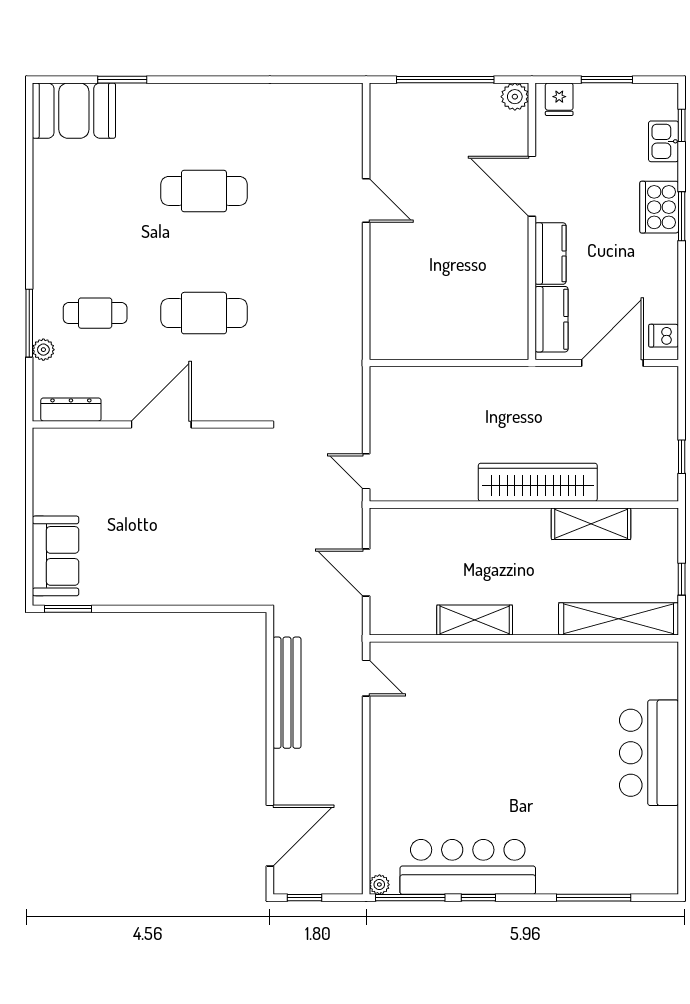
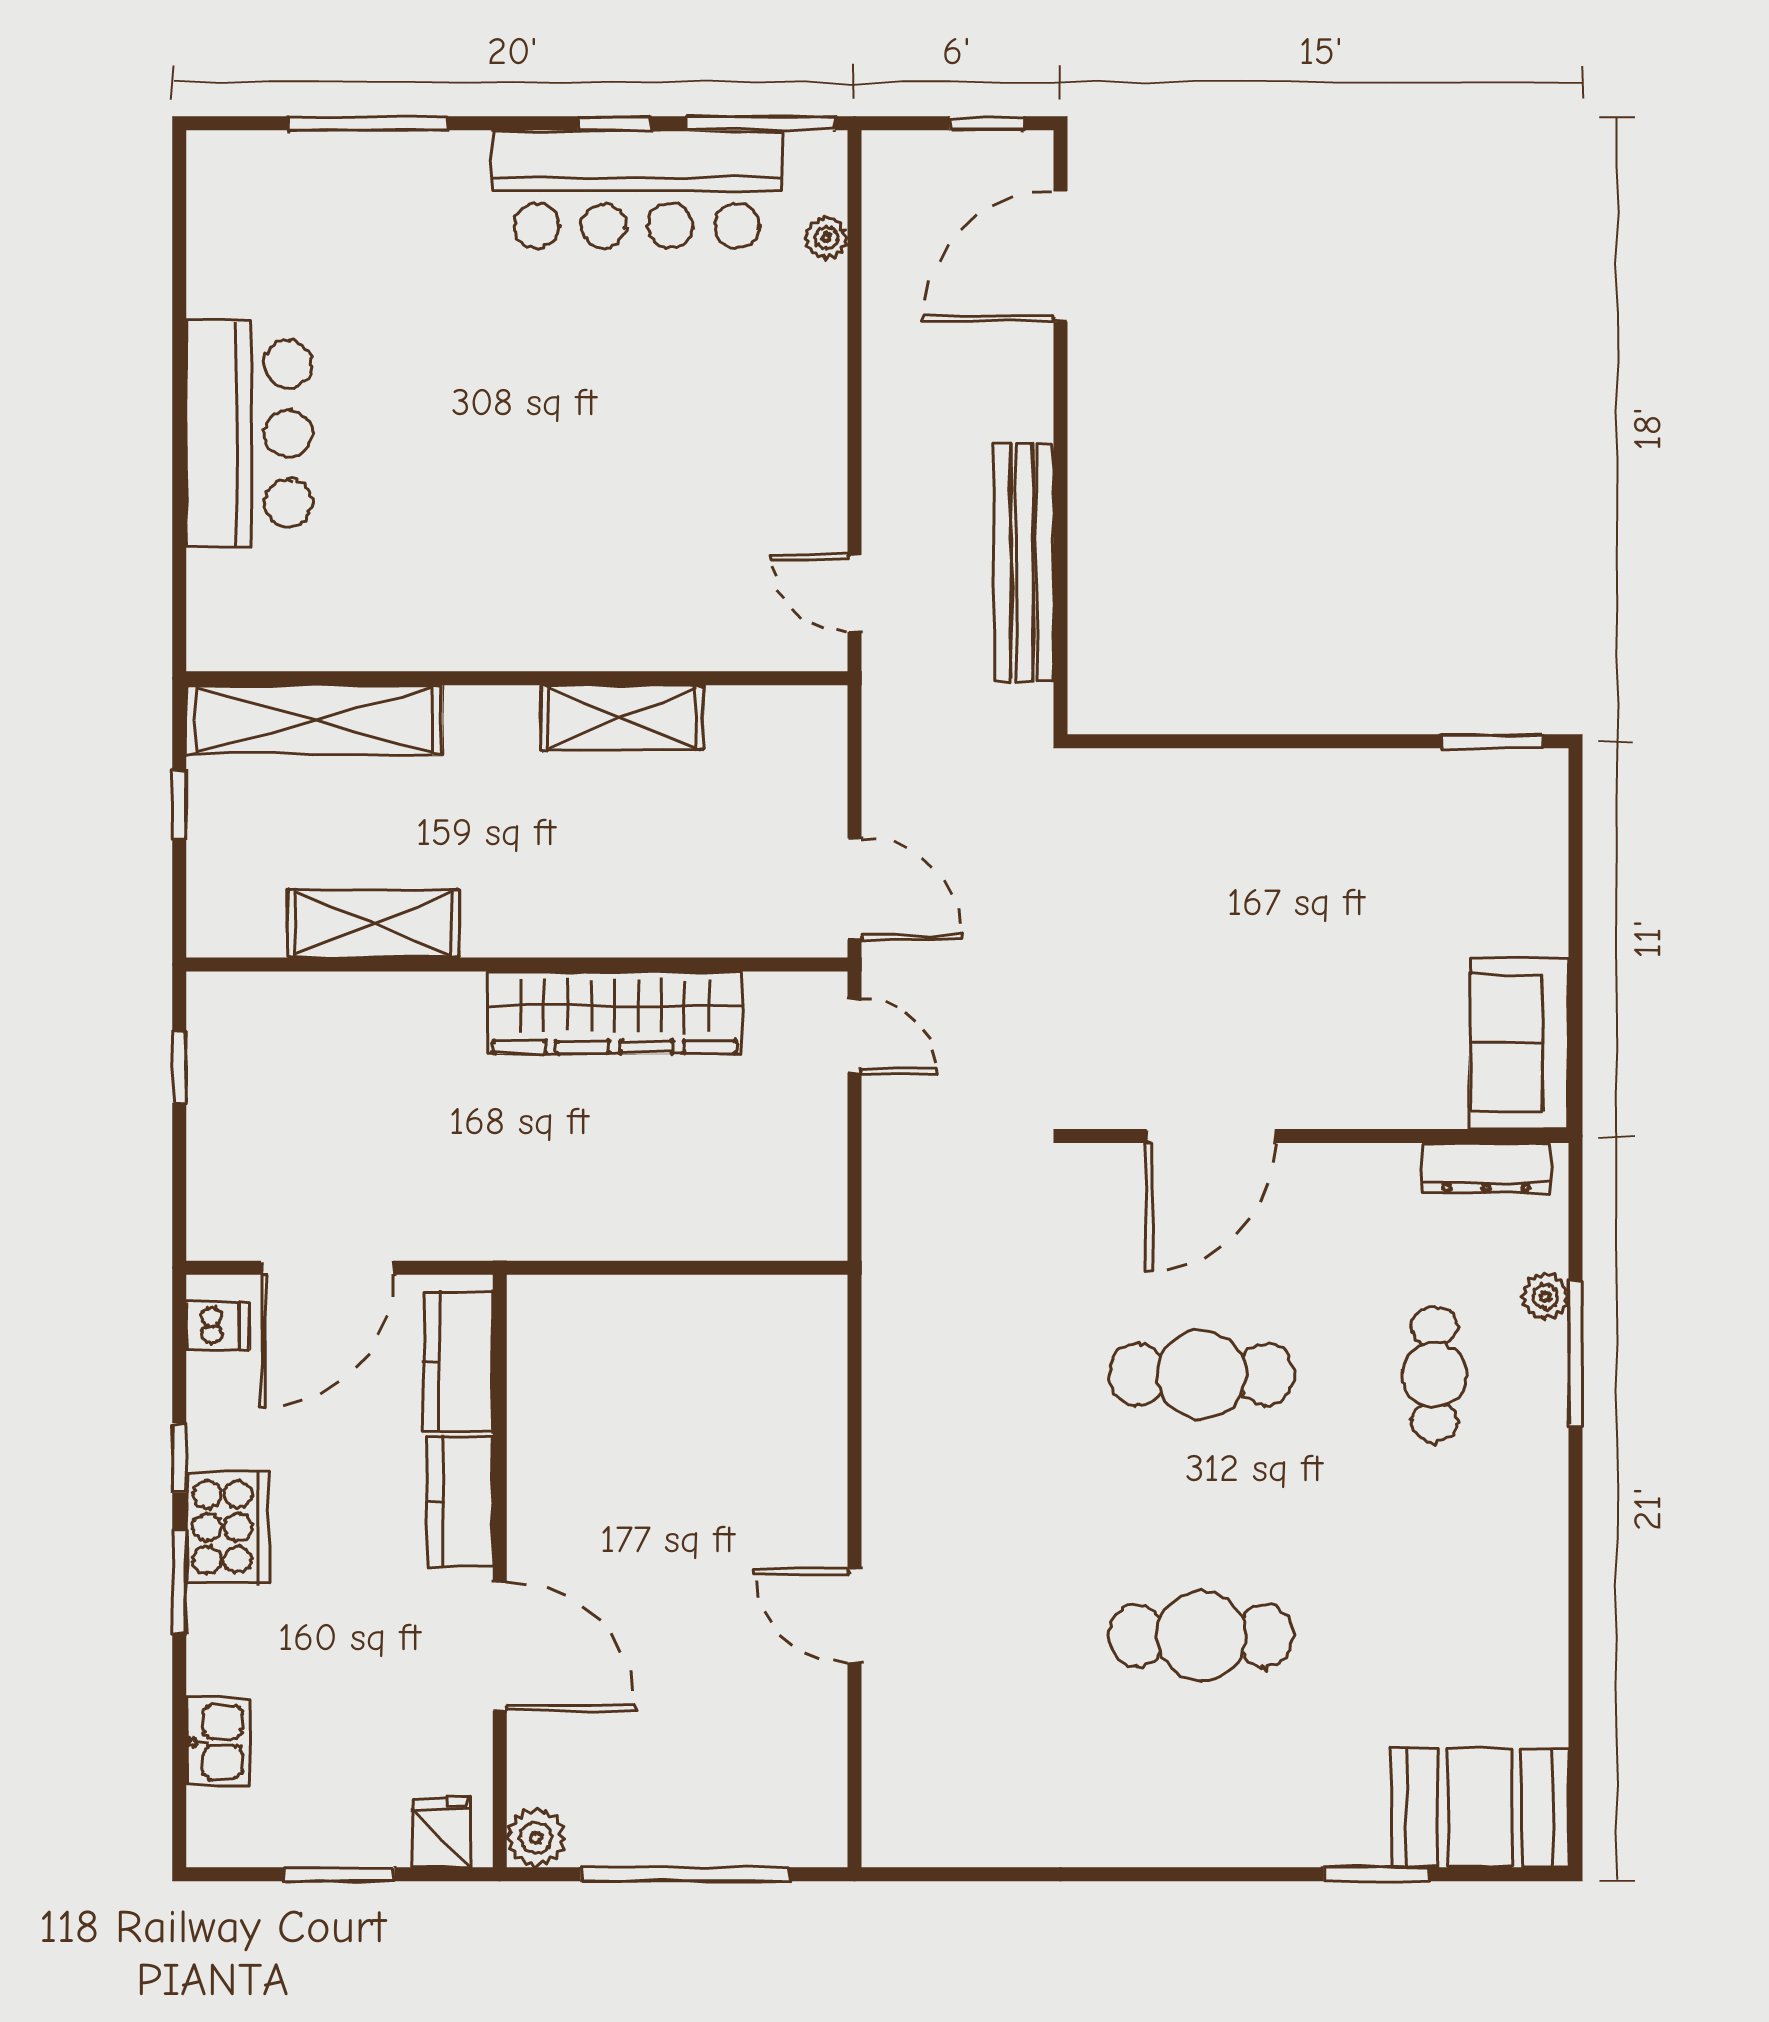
window: (682, 125) -> (179, 1458), moved
cooker: (659, 207) -> (227, 1527), moved
cafe table: (95, 313) -> (1434, 1375), turned 90
door: (161, 424) -> (1211, 1136), moved
wardrobe: (538, 482) -> (615, 1012), moved
sofa: (56, 556) -> (1519, 1044), moved
door: (366, 573) -> (855, 889), moved
plant: (379, 885) -> (826, 238), moved

